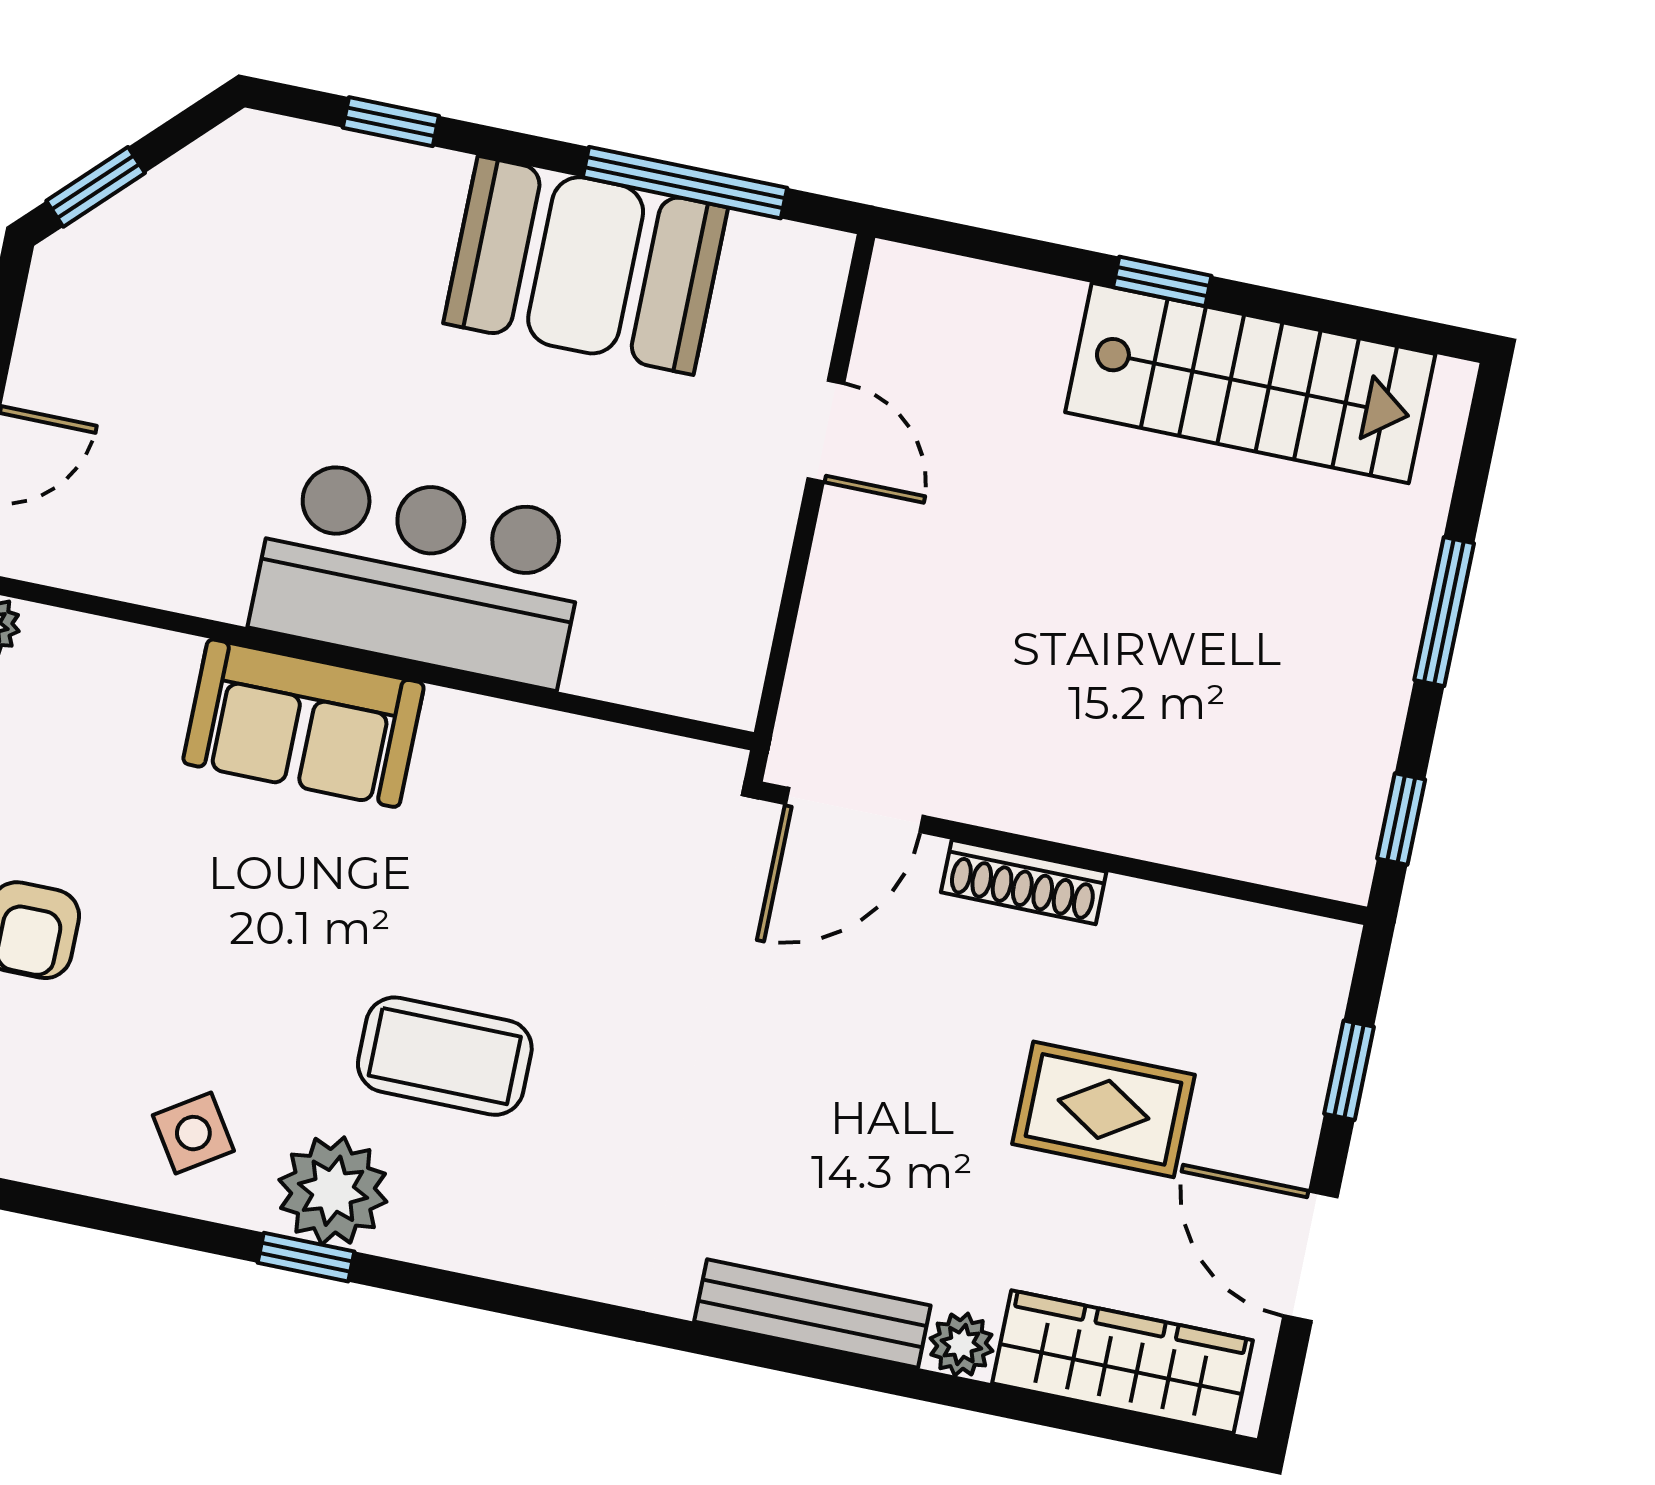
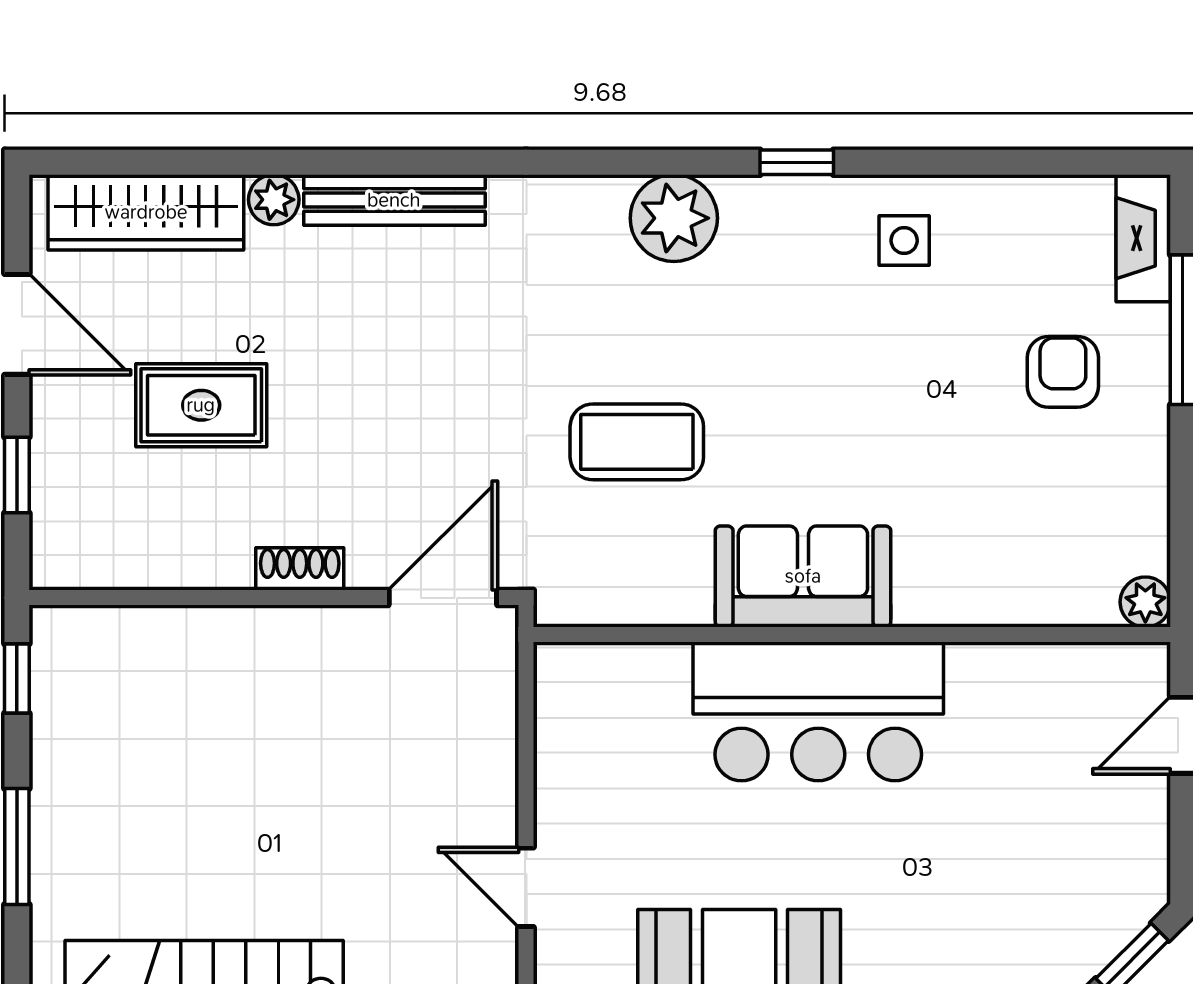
sofa: (303, 723) -> (803, 576), moved
shoe rack: (1024, 882) -> (300, 569), width x0.70
coffee table: (445, 1056) -> (637, 442), moved
side table: (193, 1133) -> (904, 241), turned 33
plant: (333, 1191) -> (674, 218), moved

